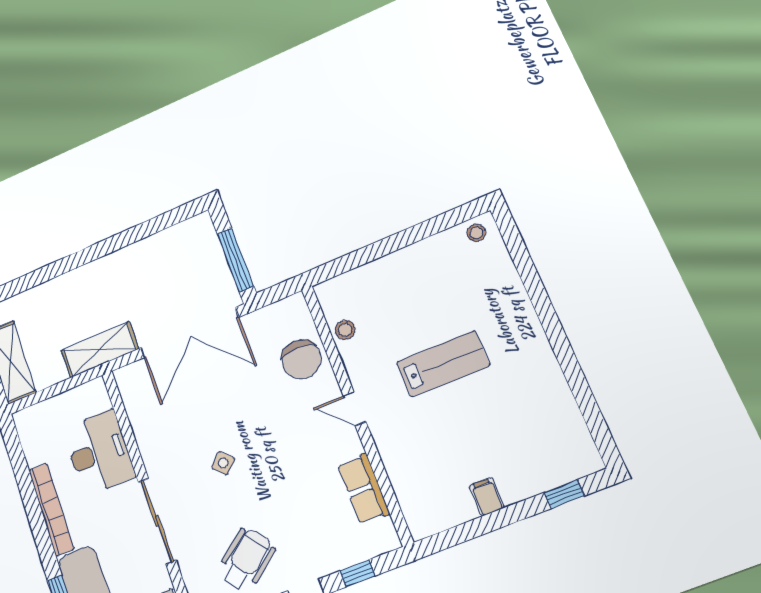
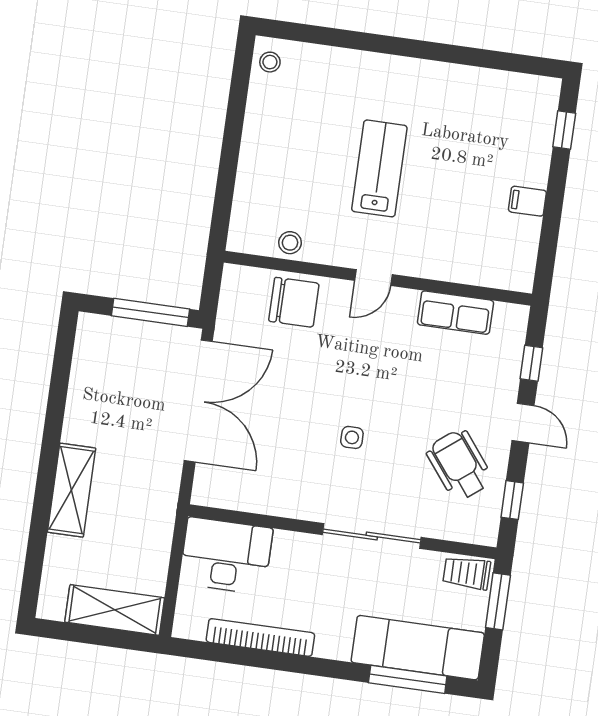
shelving: (100, 350) -> (72, 490), moved
desk: (99, 453) -> (226, 556), moved
side table: (223, 463) -> (352, 437), turned 45
bookcase: (51, 509) -> (260, 637), moved

